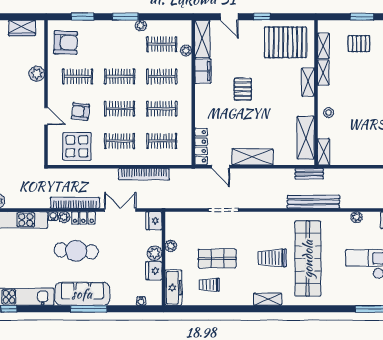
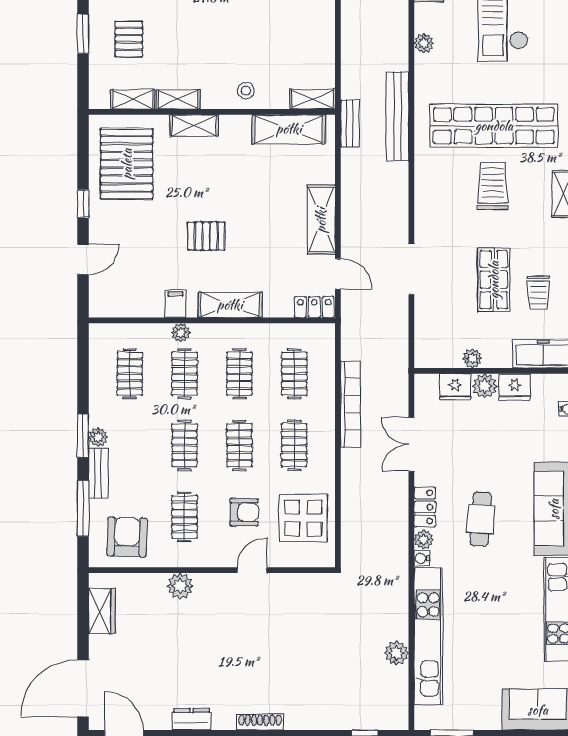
window: (82, 17) -> (83, 508), width x1.44
bench: (103, 26) -> (98, 473), added
plant: (141, 26) -> (98, 437), moved
shelving: (202, 39) -> (230, 305), moved
plant: (186, 51) -> (181, 333), moved
filing cabinet: (203, 71) -> (175, 304), width x0.50
armchair: (80, 111) -> (244, 512), turned -97
locker: (201, 146) -> (314, 307), width x0.66
door: (221, 167) -> (338, 274), hinge flipped
bookcase: (75, 203) -> (399, 521), removed
fridge: (154, 221) -> (455, 387), moved
cafe table: (76, 251) -> (481, 519), width x0.73, depth x0.74
trolley: (272, 258) -> (493, 186), turned 180

